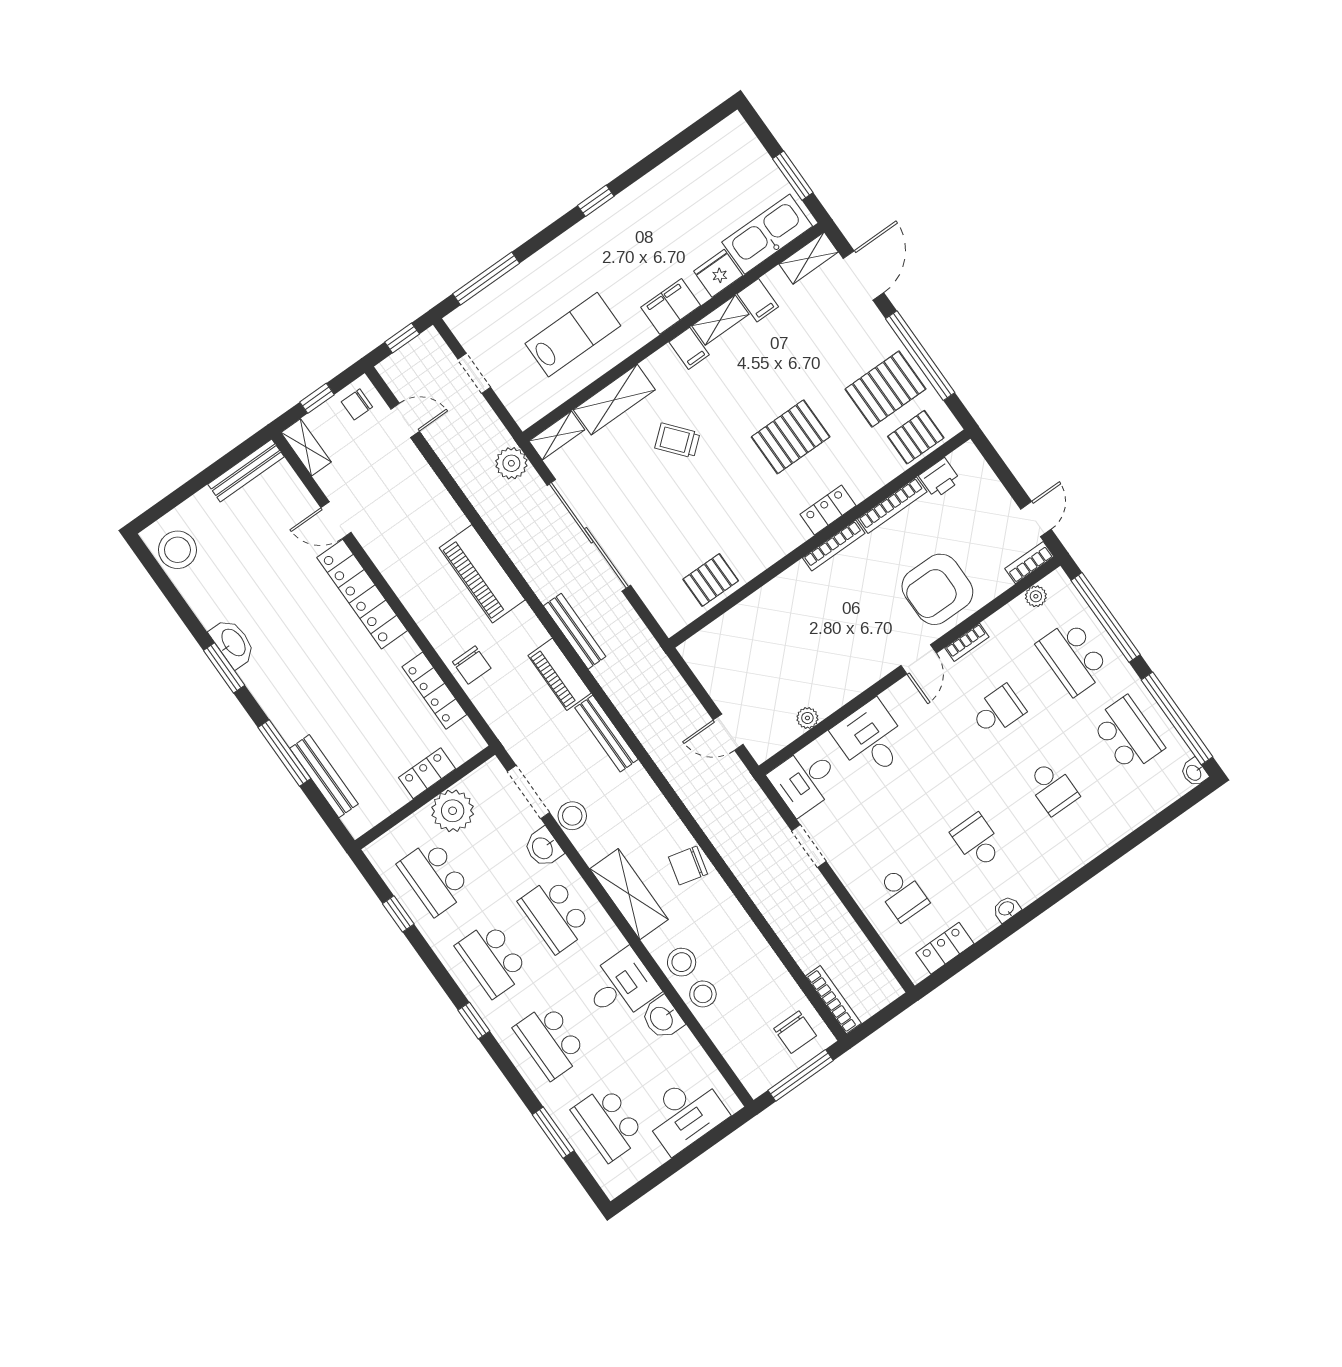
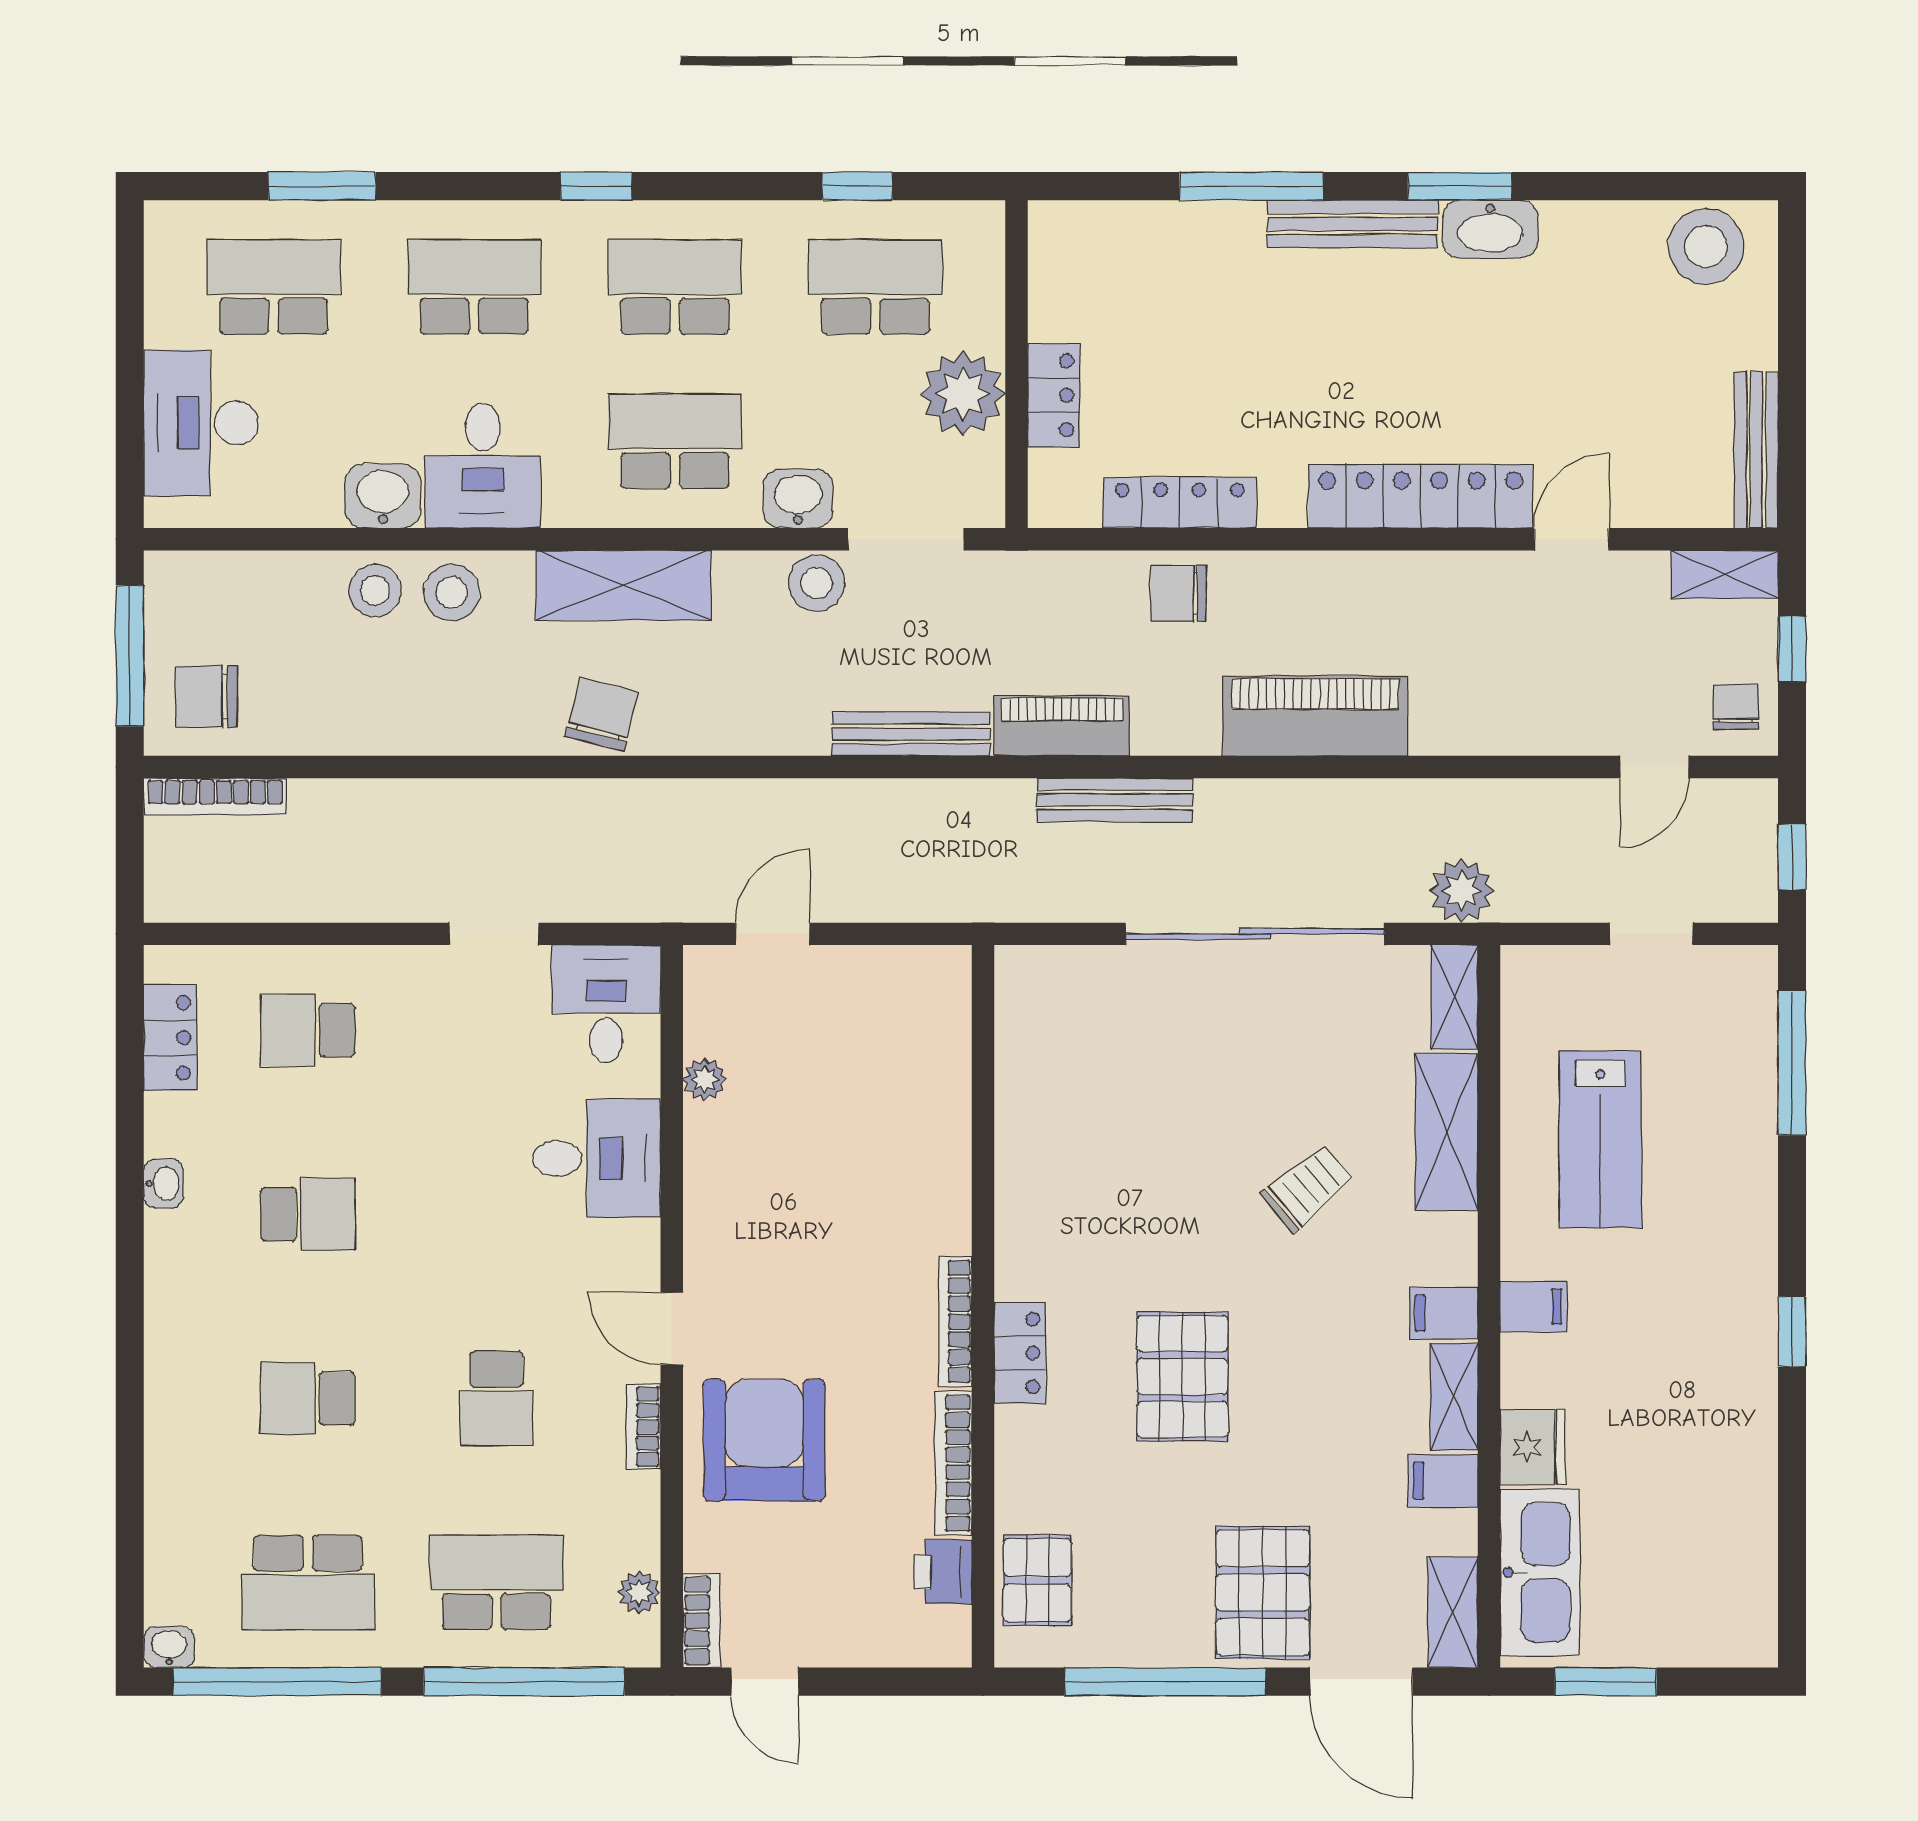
filing cabinet: (671, 306) -> (1533, 1307), width x0.50
pallet: (885, 389) -> (1263, 1592), moved
pallet: (711, 580) -> (1041, 1081), removed
bench: (324, 776) -> (1353, 224), moved

